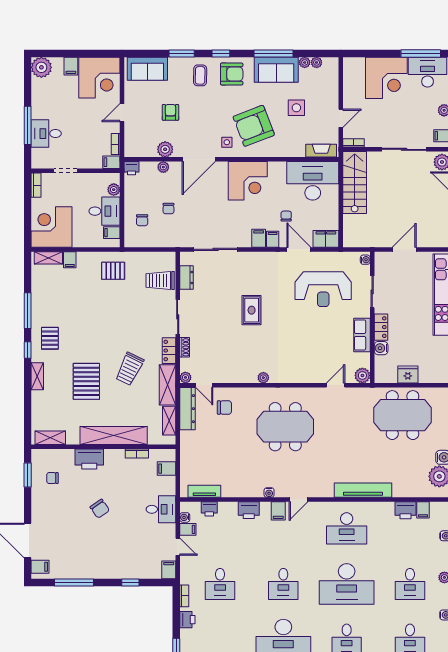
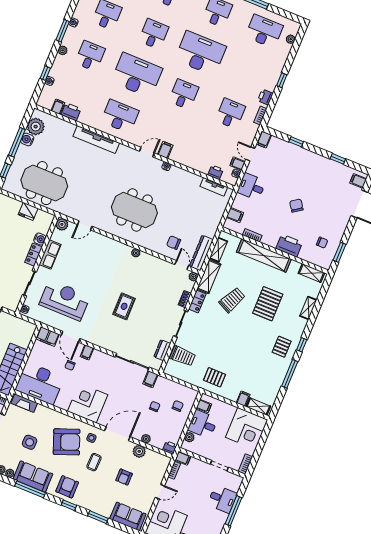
armchair: (232, 74) -> (67, 487), turned 90
coffee table: (200, 75) -> (94, 462), moved
filing cabinet: (259, 238) -> (150, 379), moved
shelving: (37, 376) -> (308, 308), moved
printer: (249, 510) -> (187, 159), removed
window: (74, 583) -> (338, 159), width x0.46

